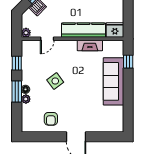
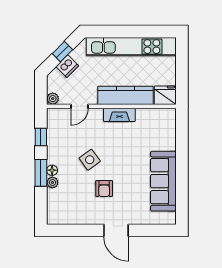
fireplace: (90, 46) -> (119, 115), moved
window: (128, 62) -> (182, 135), removed
sofa: (113, 81) -> (163, 181), moved
armchair: (51, 119) -> (104, 189), moved

